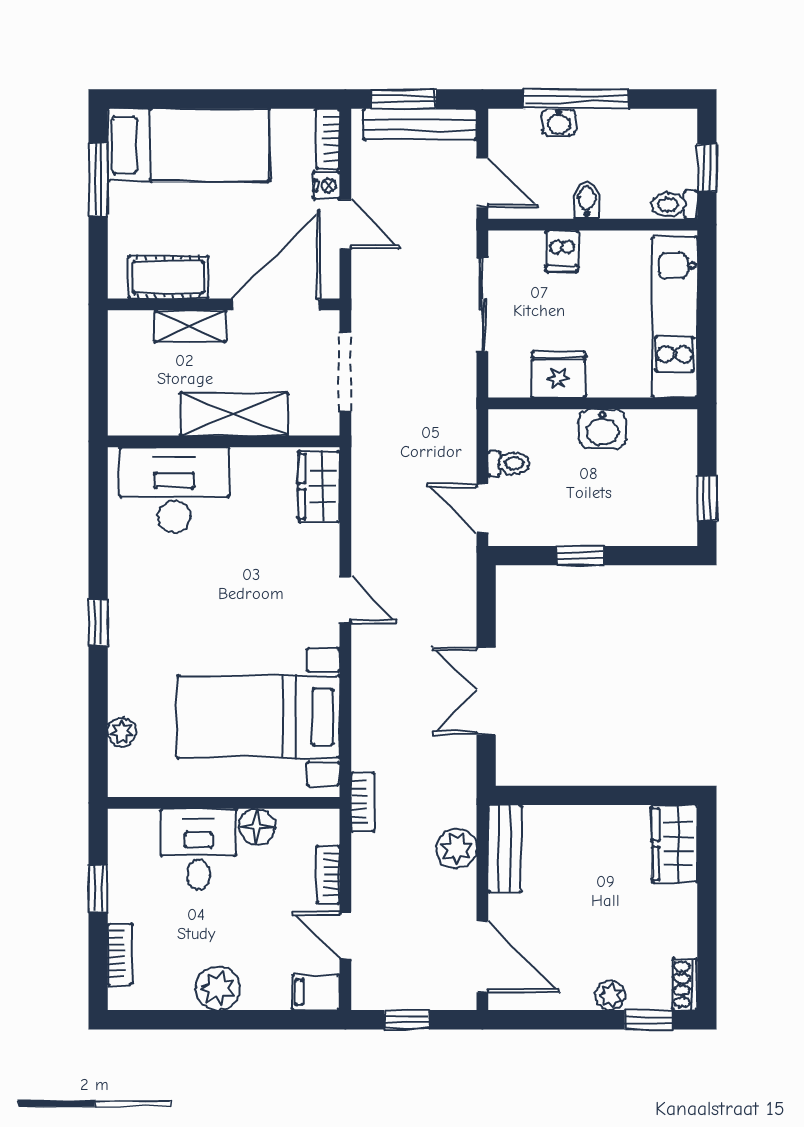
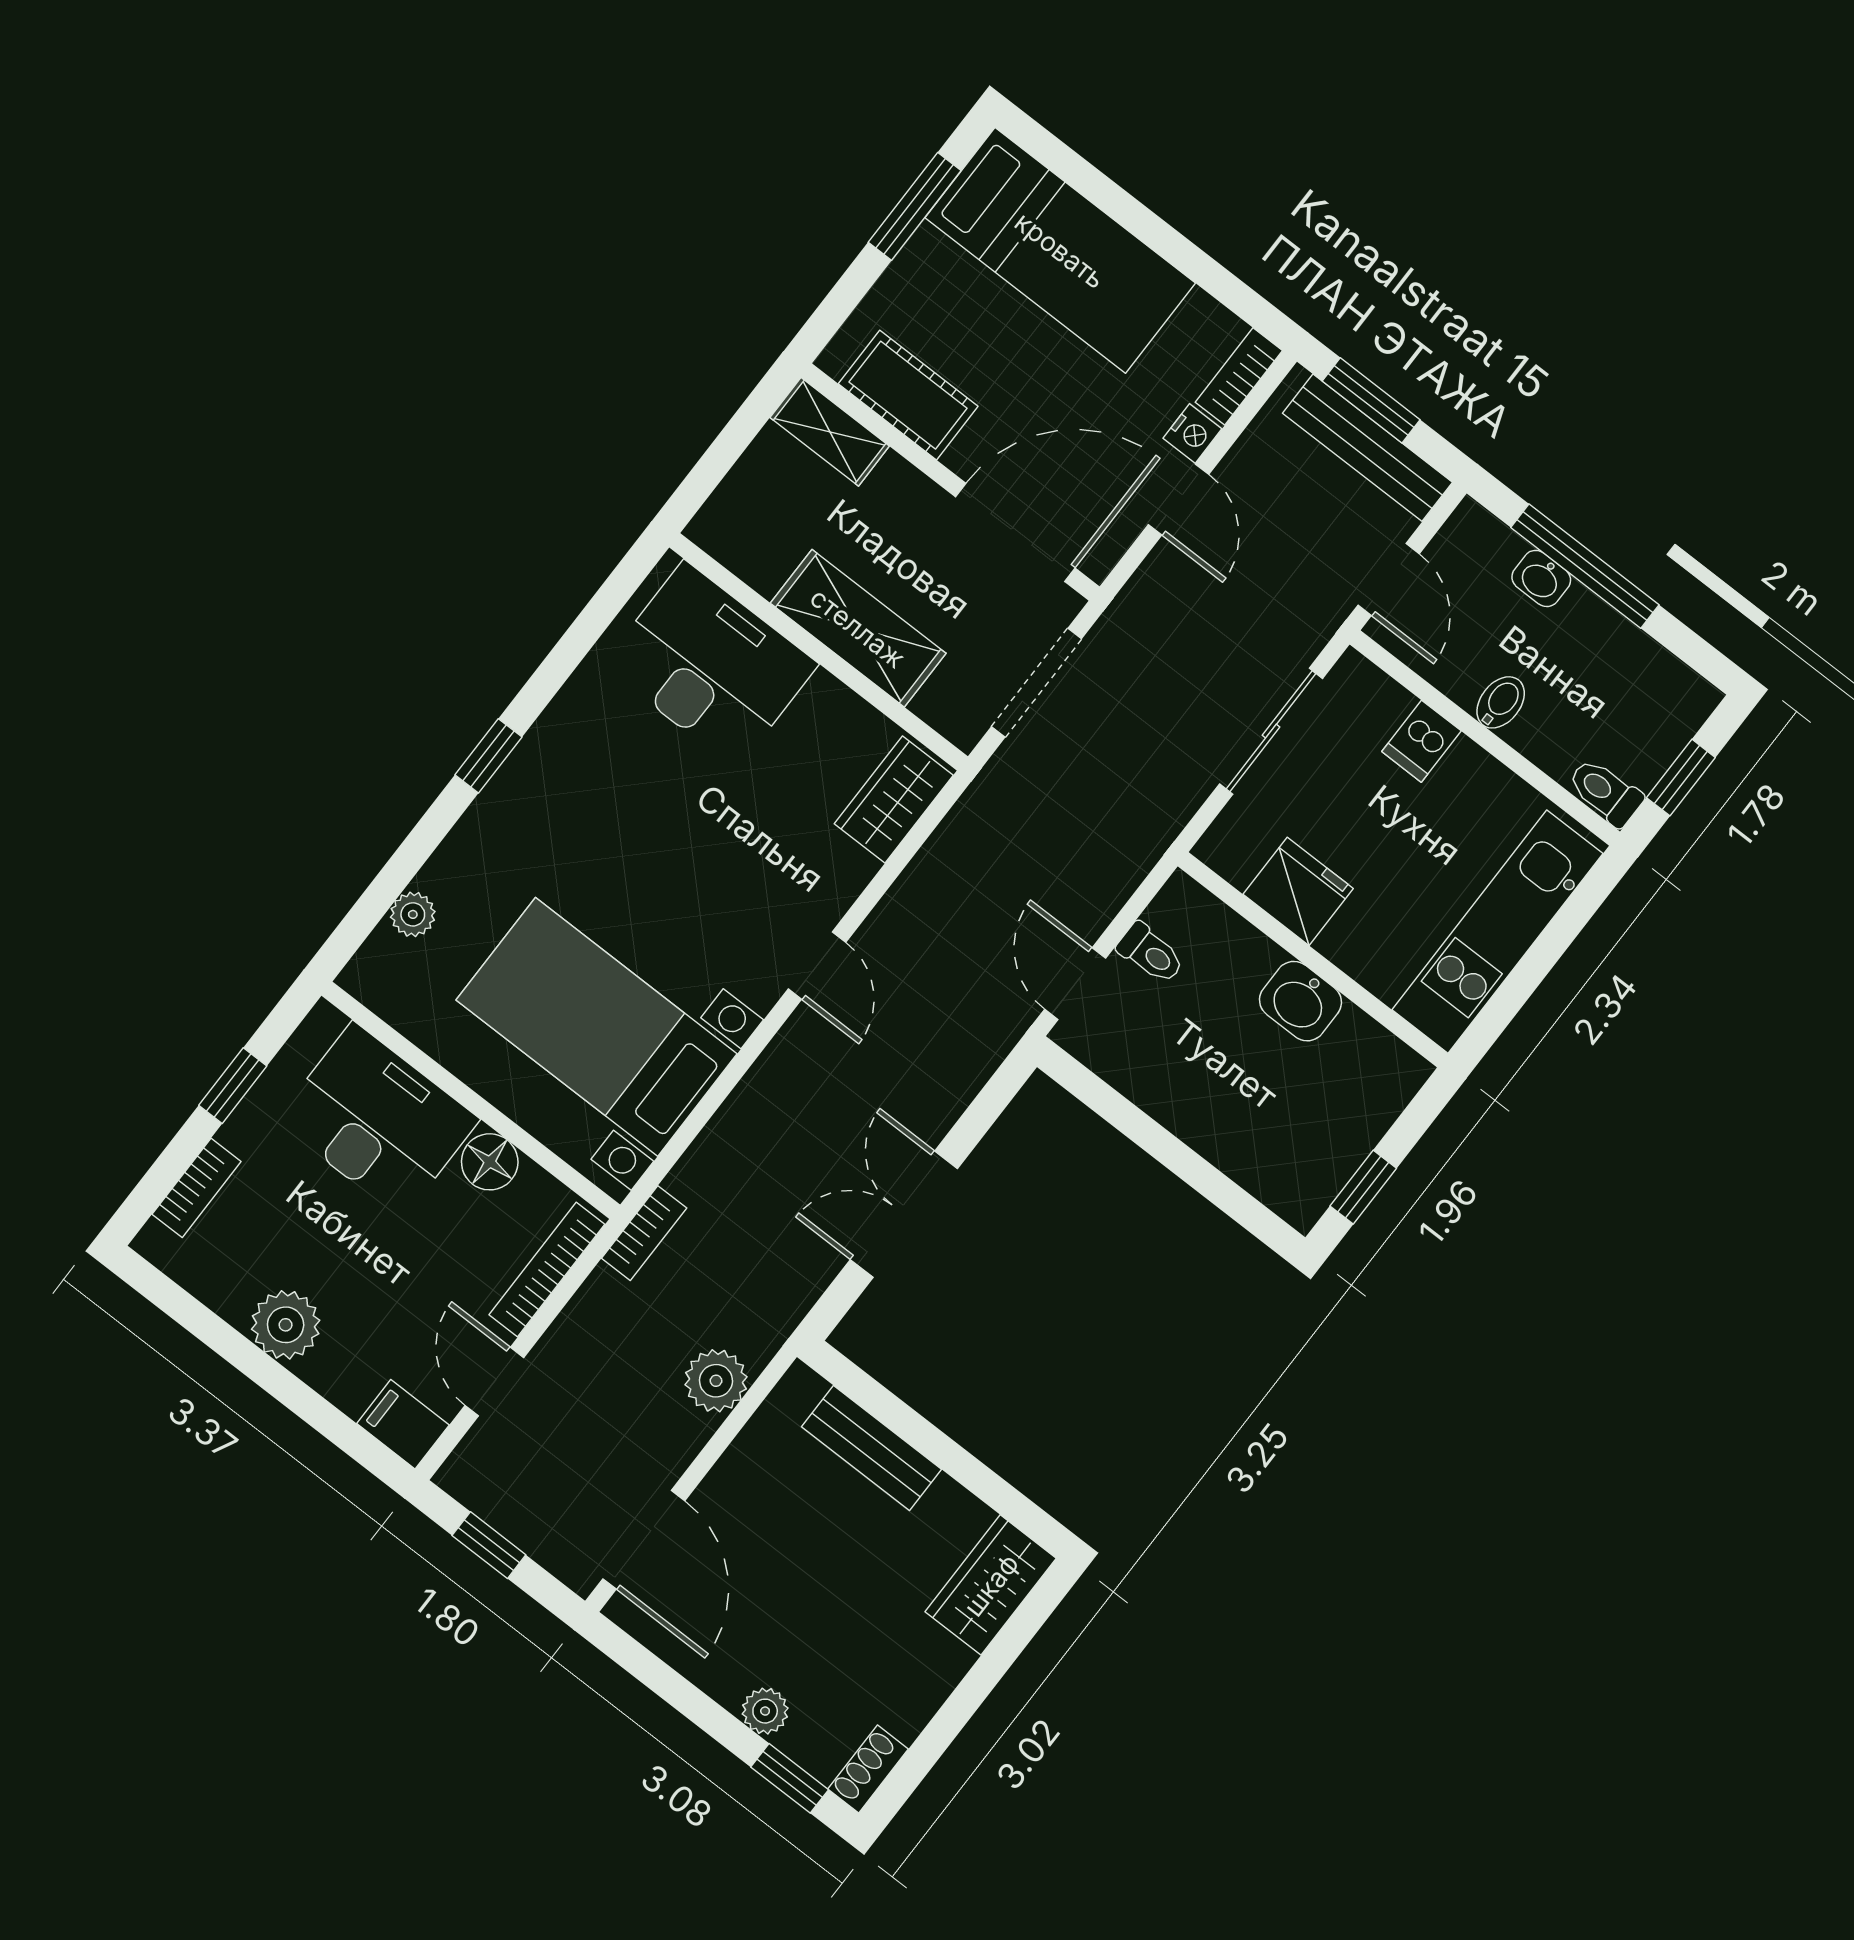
shelving: (190, 326) -> (830, 432), moved
window: (580, 556) -> (1151, 1136), removed
bench: (505, 848) -> (872, 1448), moved, turned 90
desk: (198, 849) -> (377, 1120), width x1.37
bookcase: (328, 875) -> (547, 1270), width x1.56

